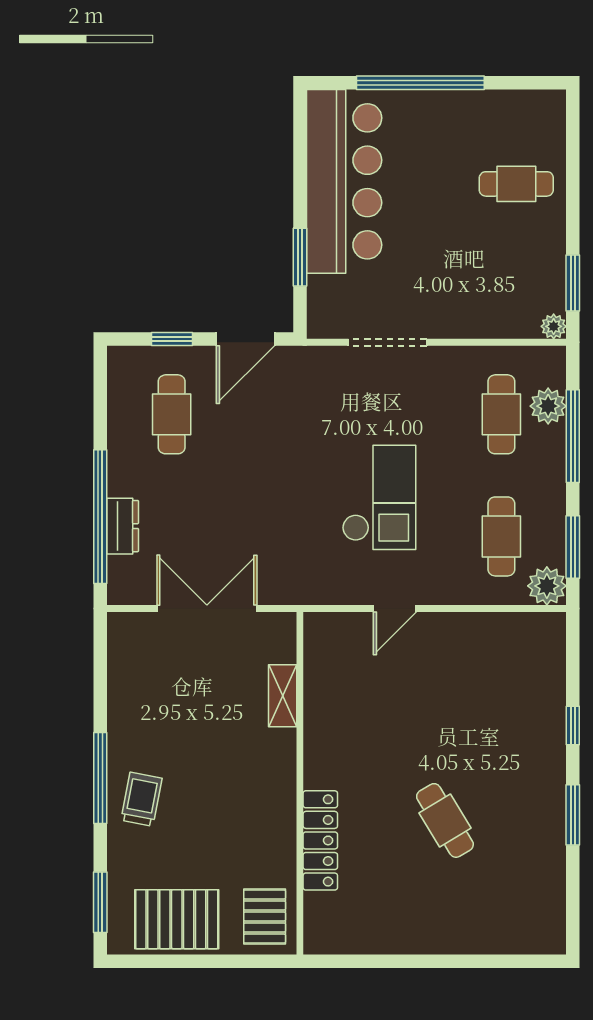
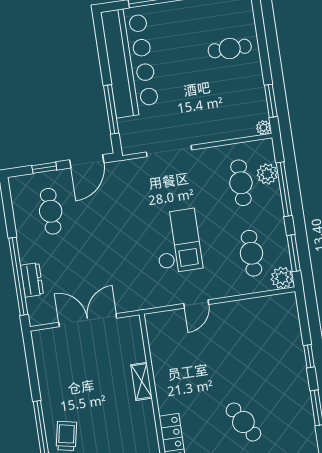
window: (300, 257) -> (111, 109), width x1.44
shelving: (283, 696) -> (142, 381), moved

